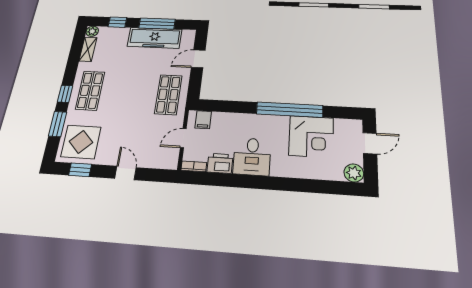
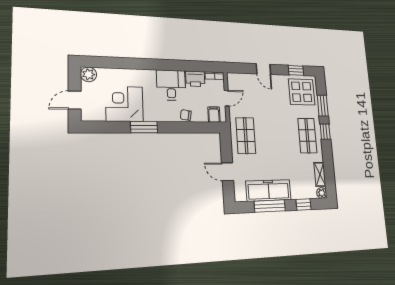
door: (198, 59) -> (228, 172), swing flipped
window: (290, 110) -> (144, 127), width x0.47
chair: (238, 121) -> (186, 115), added

